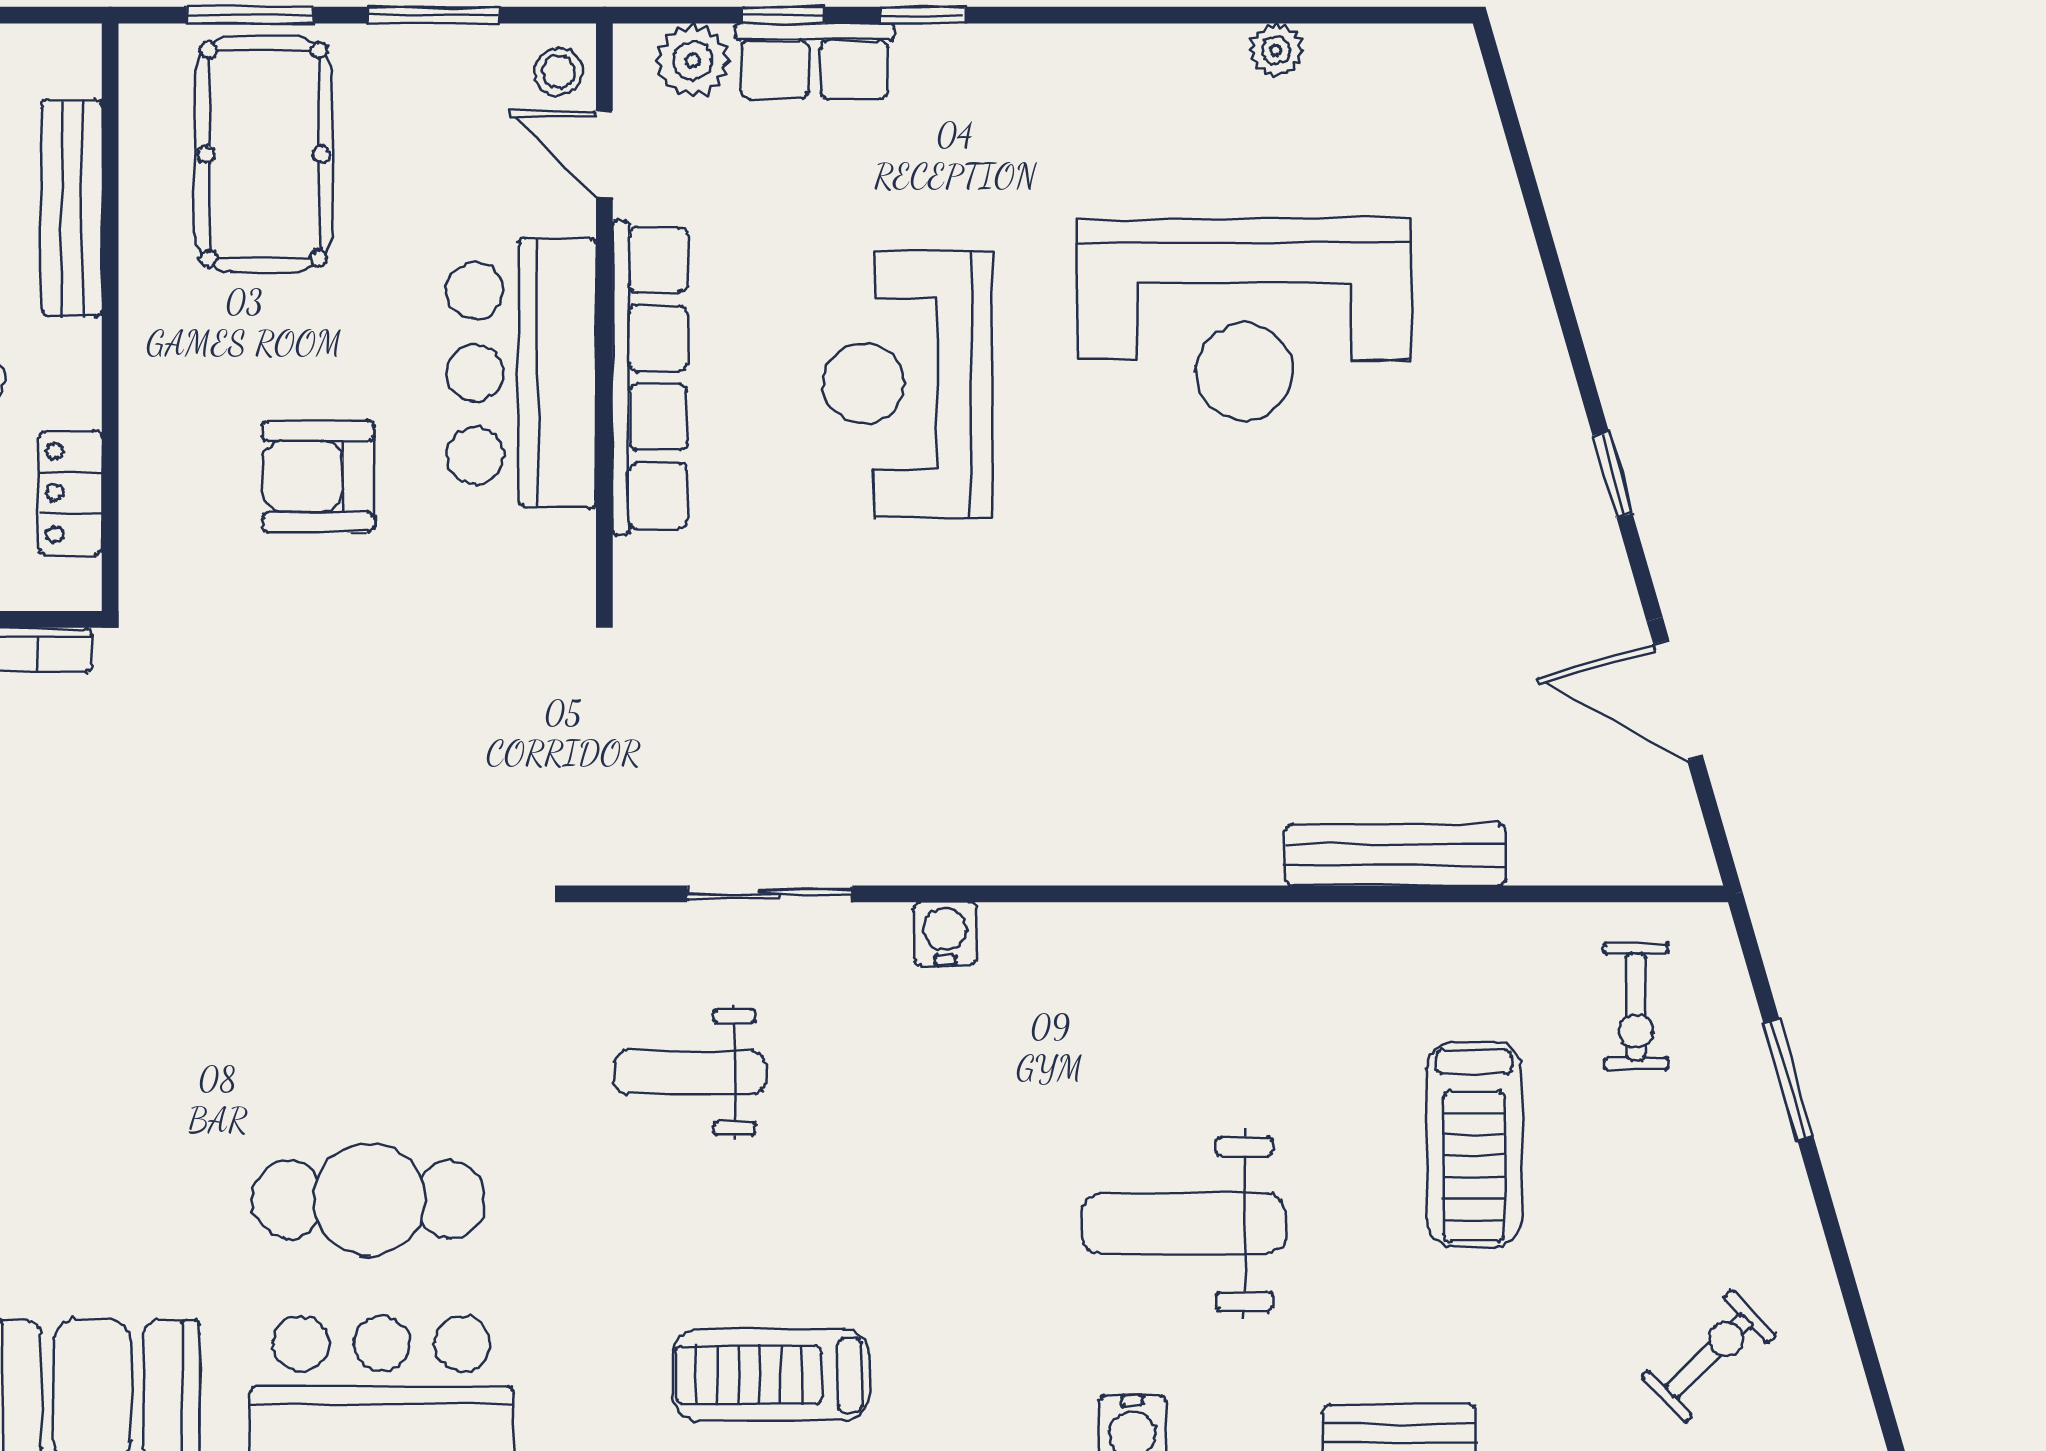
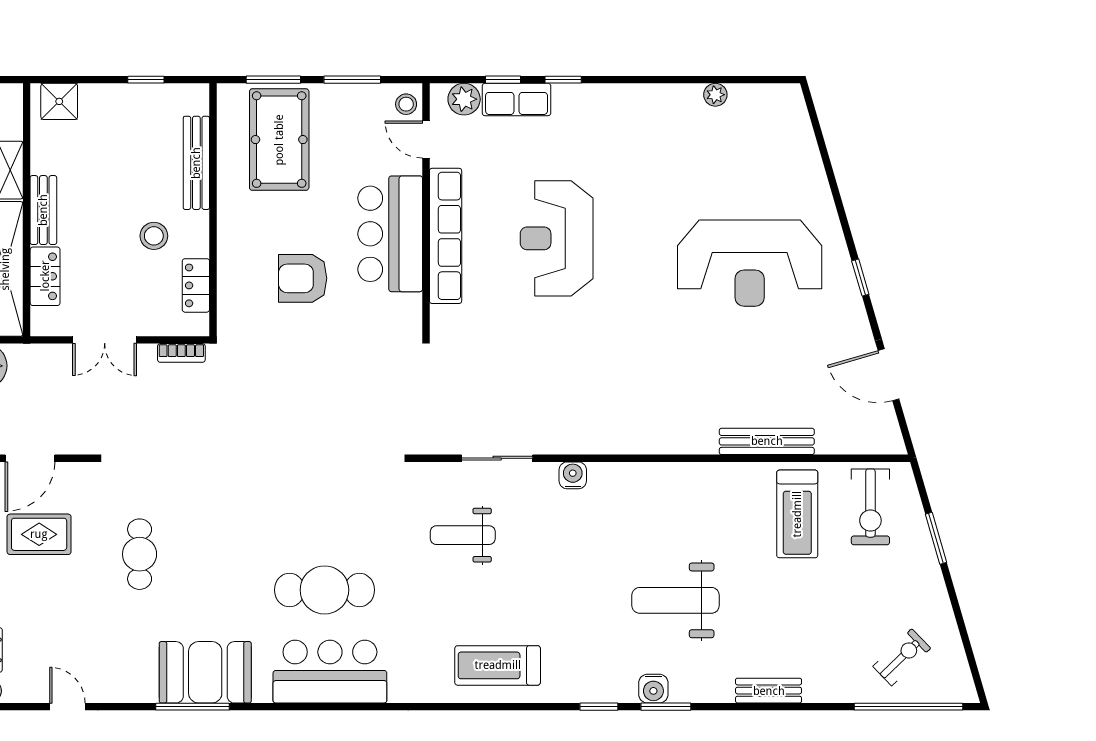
reception desk: (1244, 319) -> (750, 263), moved
exercise bike: (1636, 1007) -> (870, 507), width x1.38, depth x1.39
treadmill: (1474, 1144) -> (797, 514), moved

